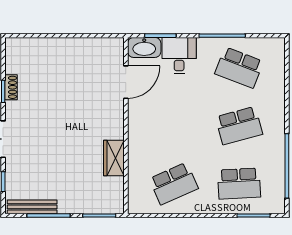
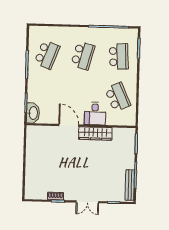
desk: (179, 56) -> (95, 114), moved, turned -90
door: (126, 82) -> (69, 125), moved
school desk: (239, 126) -> (83, 56), turned 30
wardrobe: (114, 158) -> (95, 133), width x1.50

